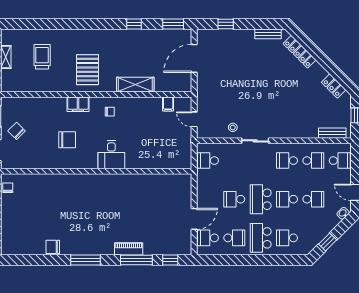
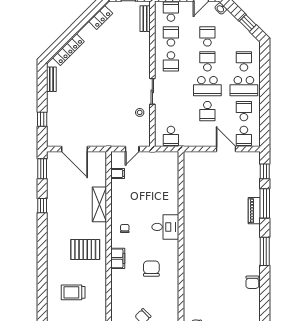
school desk: (287, 199) -> (207, 61), turned 180
school desk: (287, 238) -> (244, 61), turned 180

